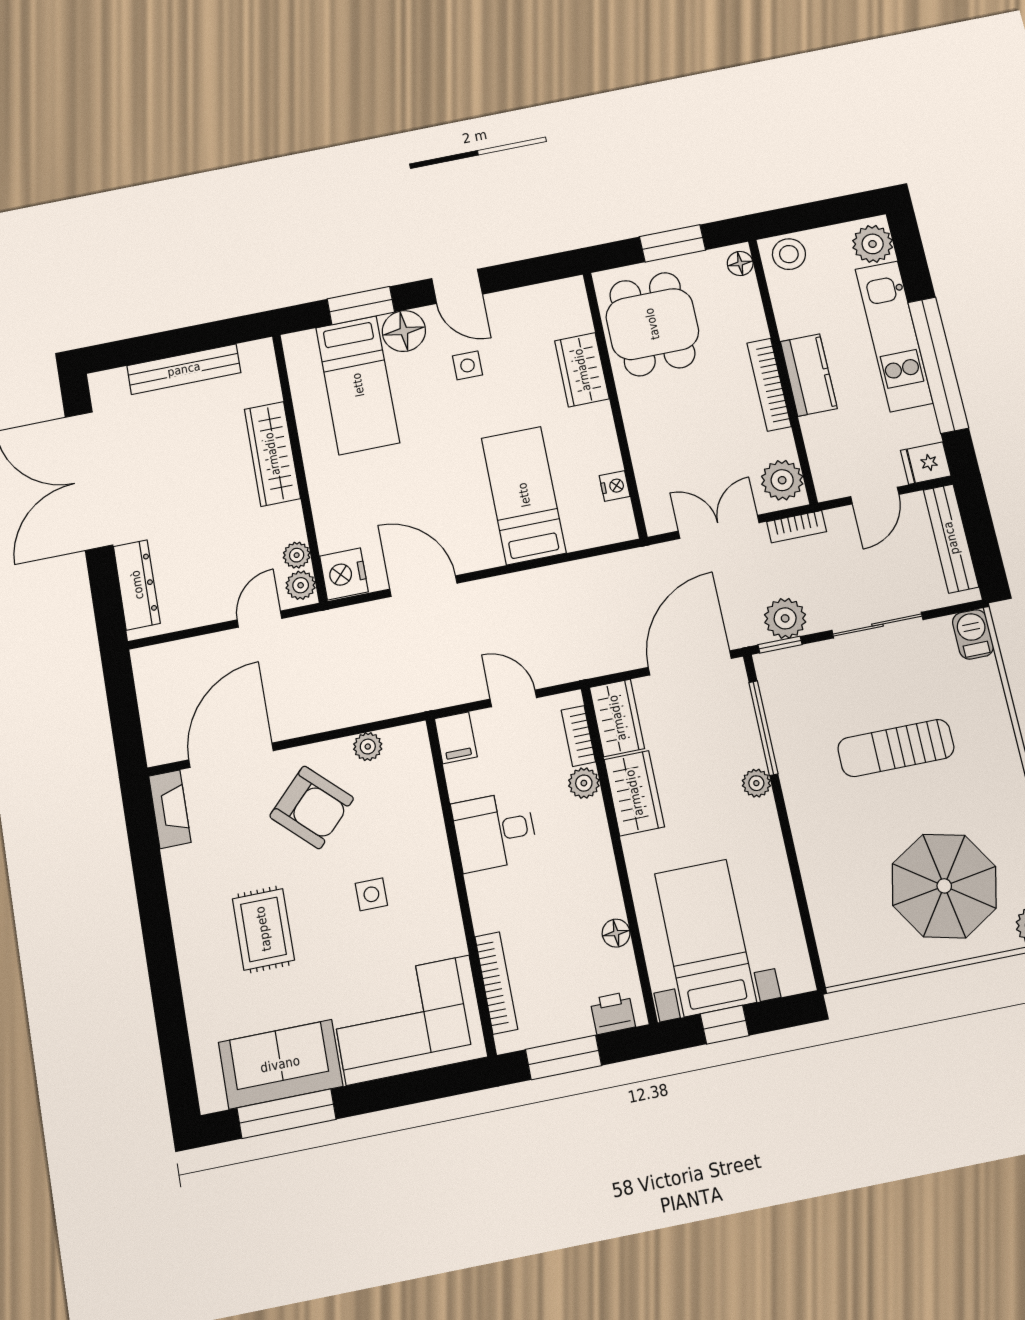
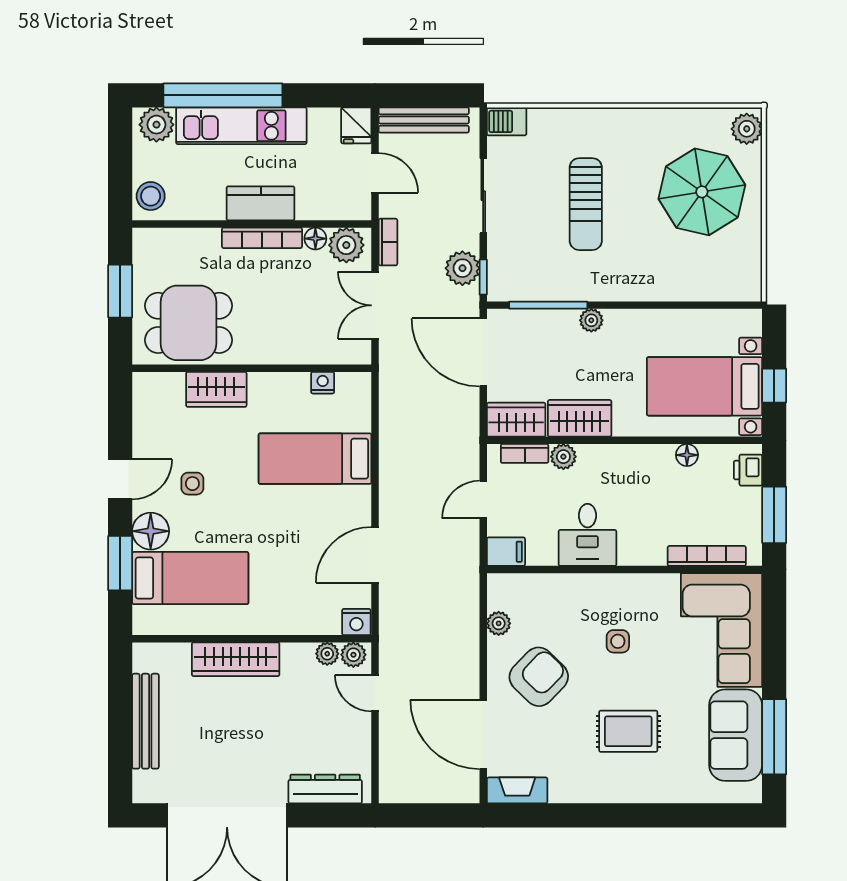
floor lamp: (740, 263) -> (315, 239), moved
window: (938, 365) -> (223, 95), moved
nightstand: (344, 574) -> (356, 622), width x0.74, depth x0.75

